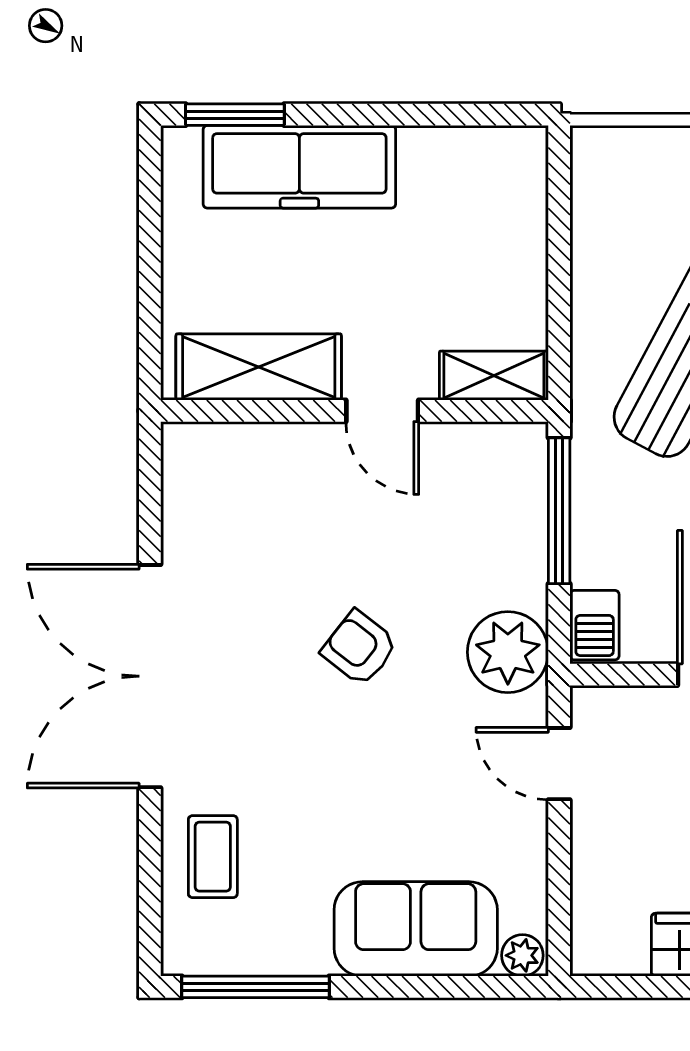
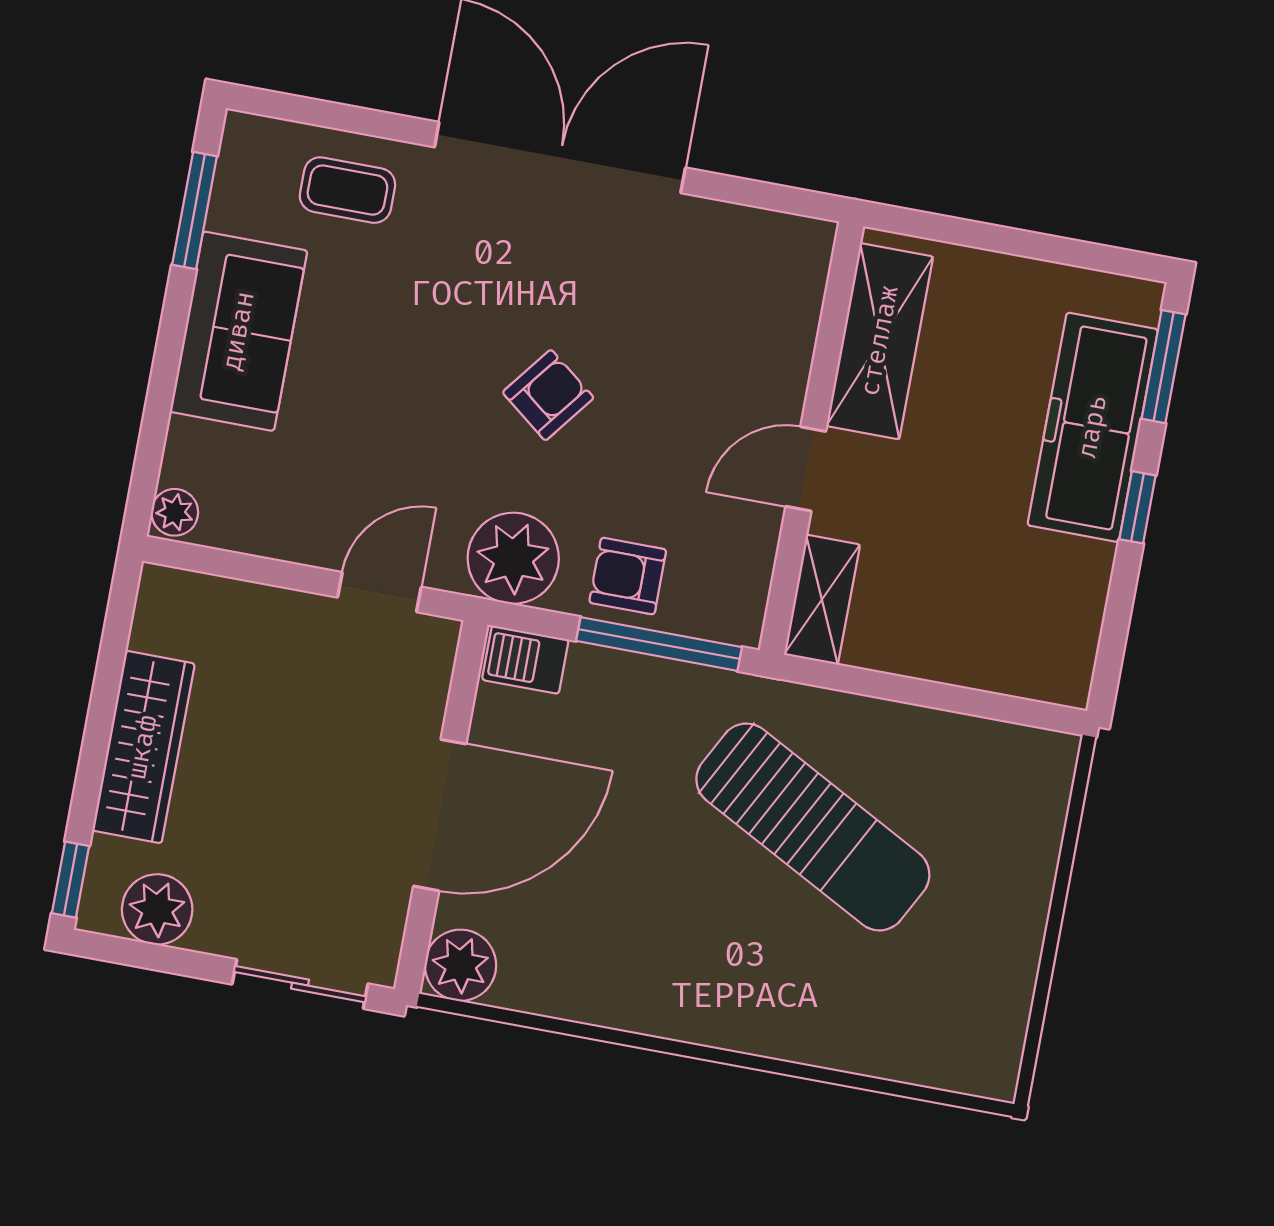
window: (362, 115) -> (1137, 507), added
armchair: (505, 549) -> (628, 576), added
sofa: (416, 929) -> (239, 331), moved
window: (255, 987) -> (195, 211), width x0.69

